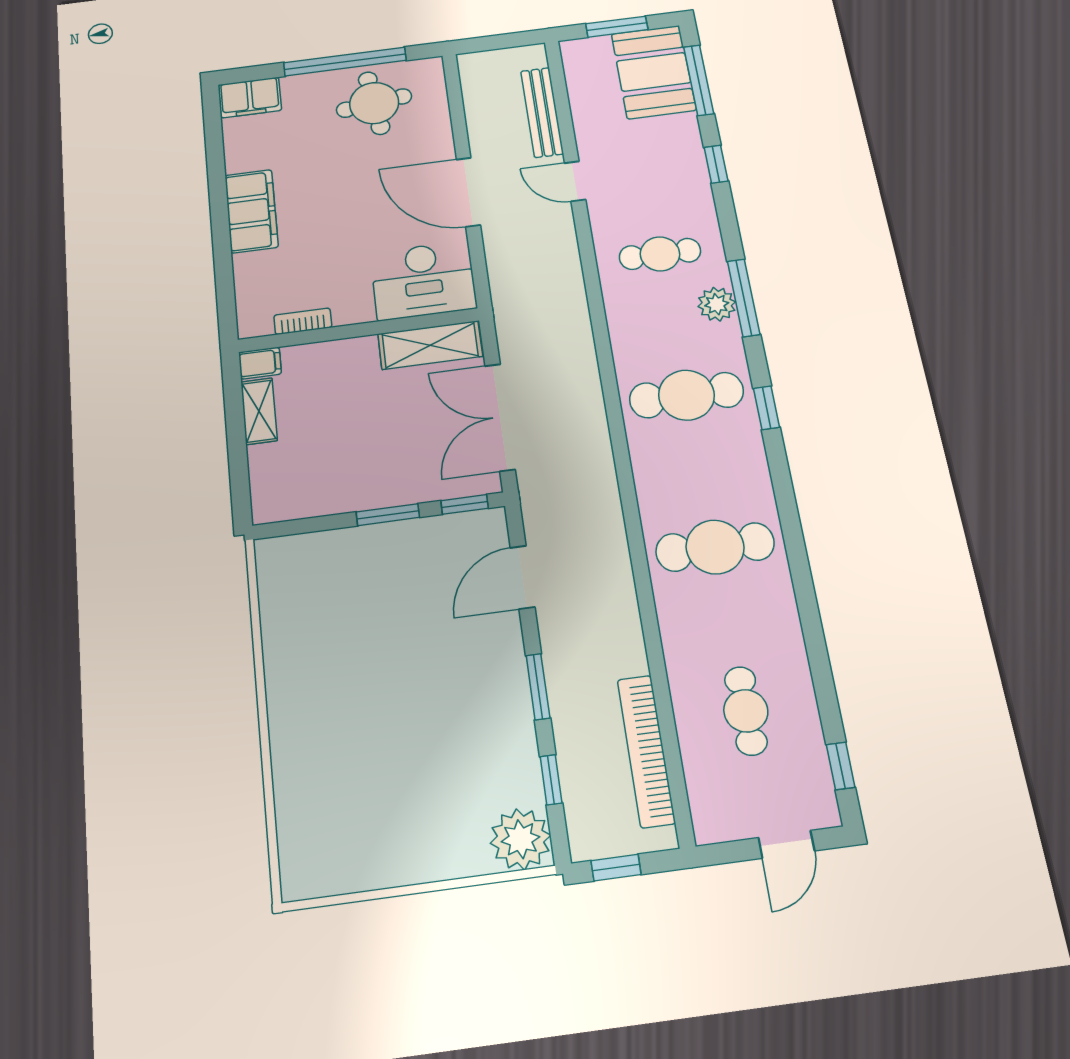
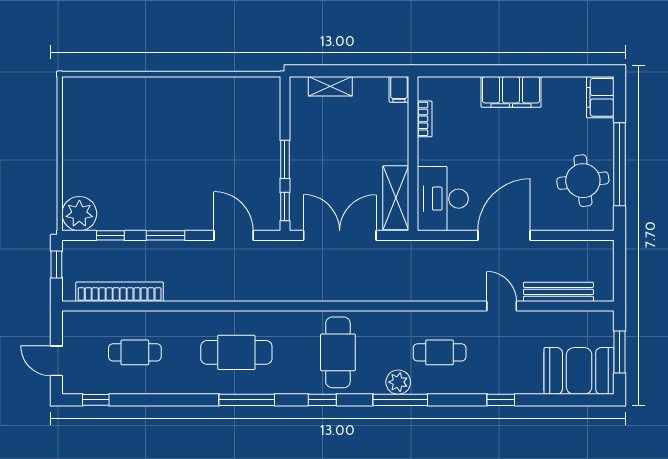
window: (699, 80) -> (247, 400), moved
door: (575, 181) -> (502, 306), hinge flipped
cafe table: (660, 254) -> (440, 352), turned 90
shelving: (259, 411) -> (330, 86), moved
cafe table: (715, 547) -> (236, 352), turned 90

